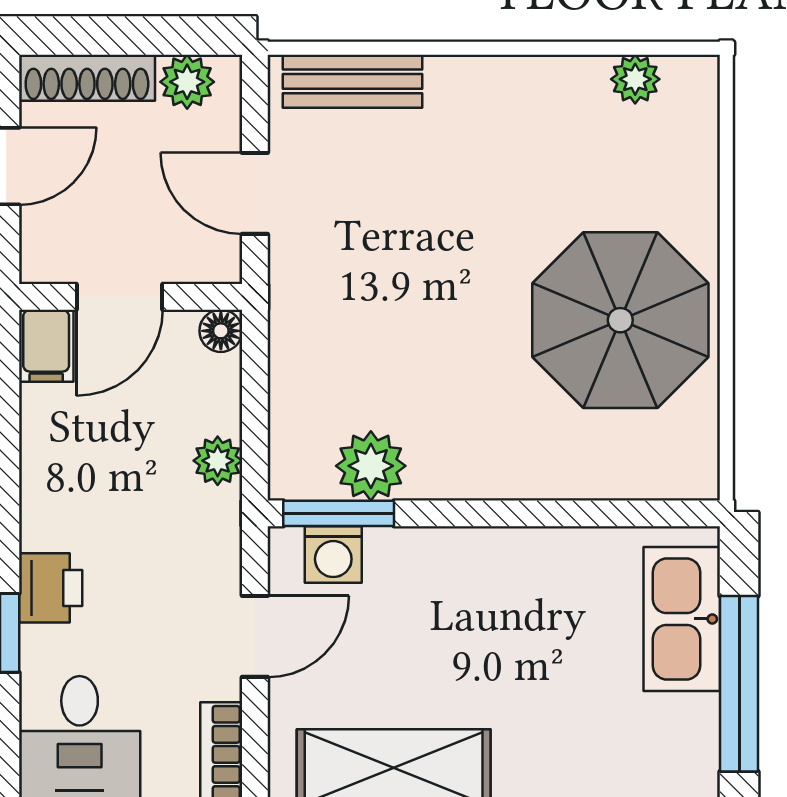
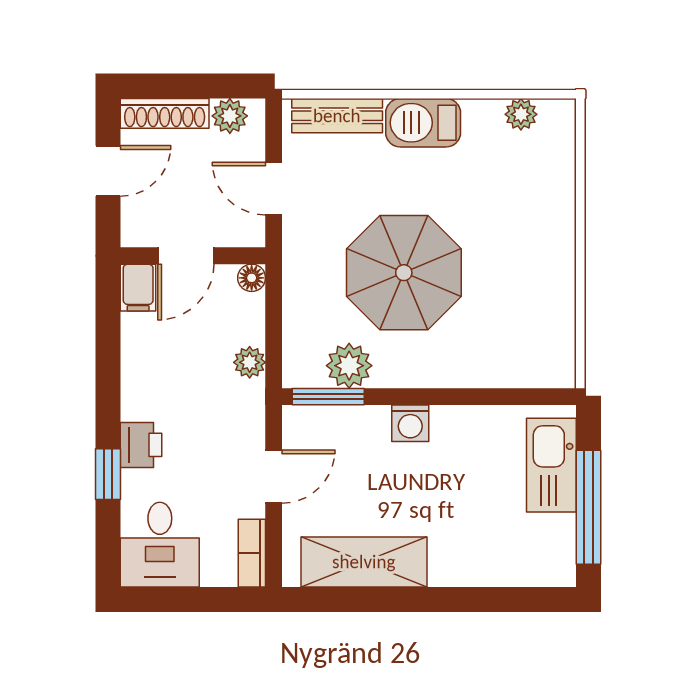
barbecue: (485, 92) -> (423, 123), added
parasol: (620, 320) -> (404, 273), moved
washing machine: (333, 555) -> (410, 423), moved

